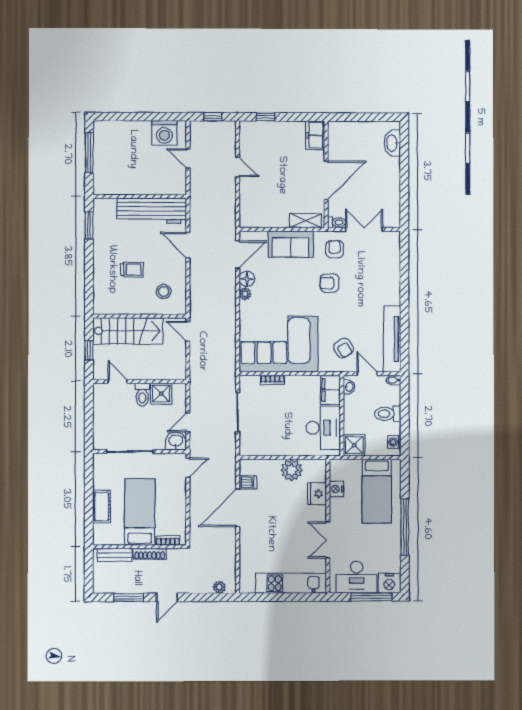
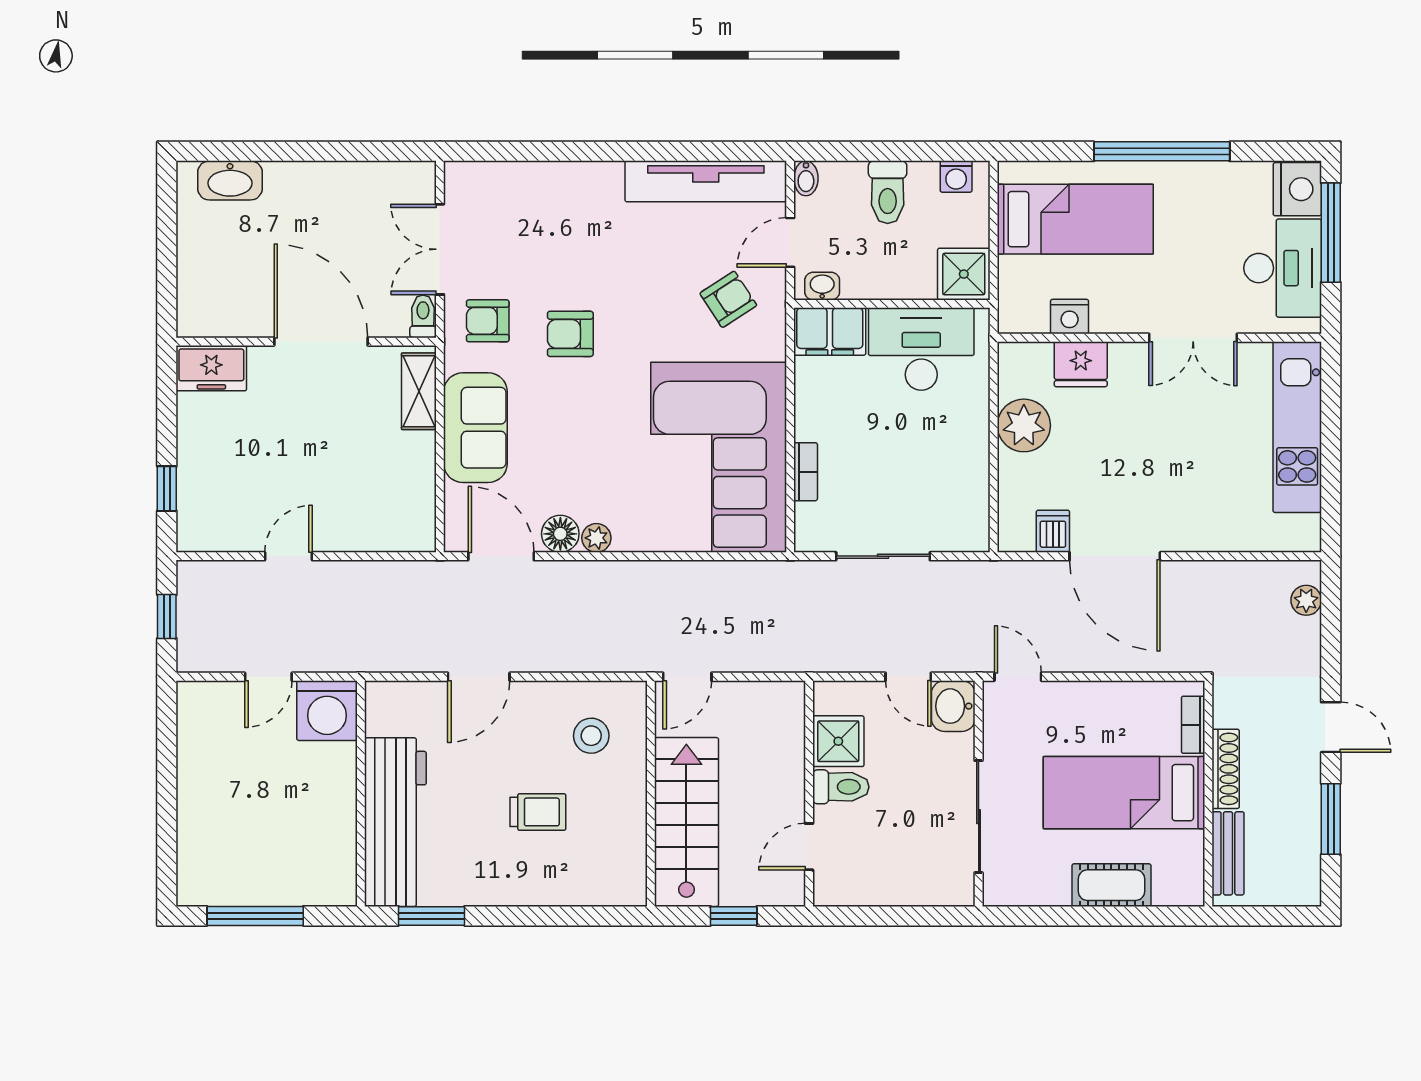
washing machine: (164, 133) -> (327, 711), moved, turned 90
workbench: (152, 211) -> (395, 822), moved
trolley: (132, 269) -> (538, 812), turned 90
armchair: (329, 283) -> (570, 334), turned 90

